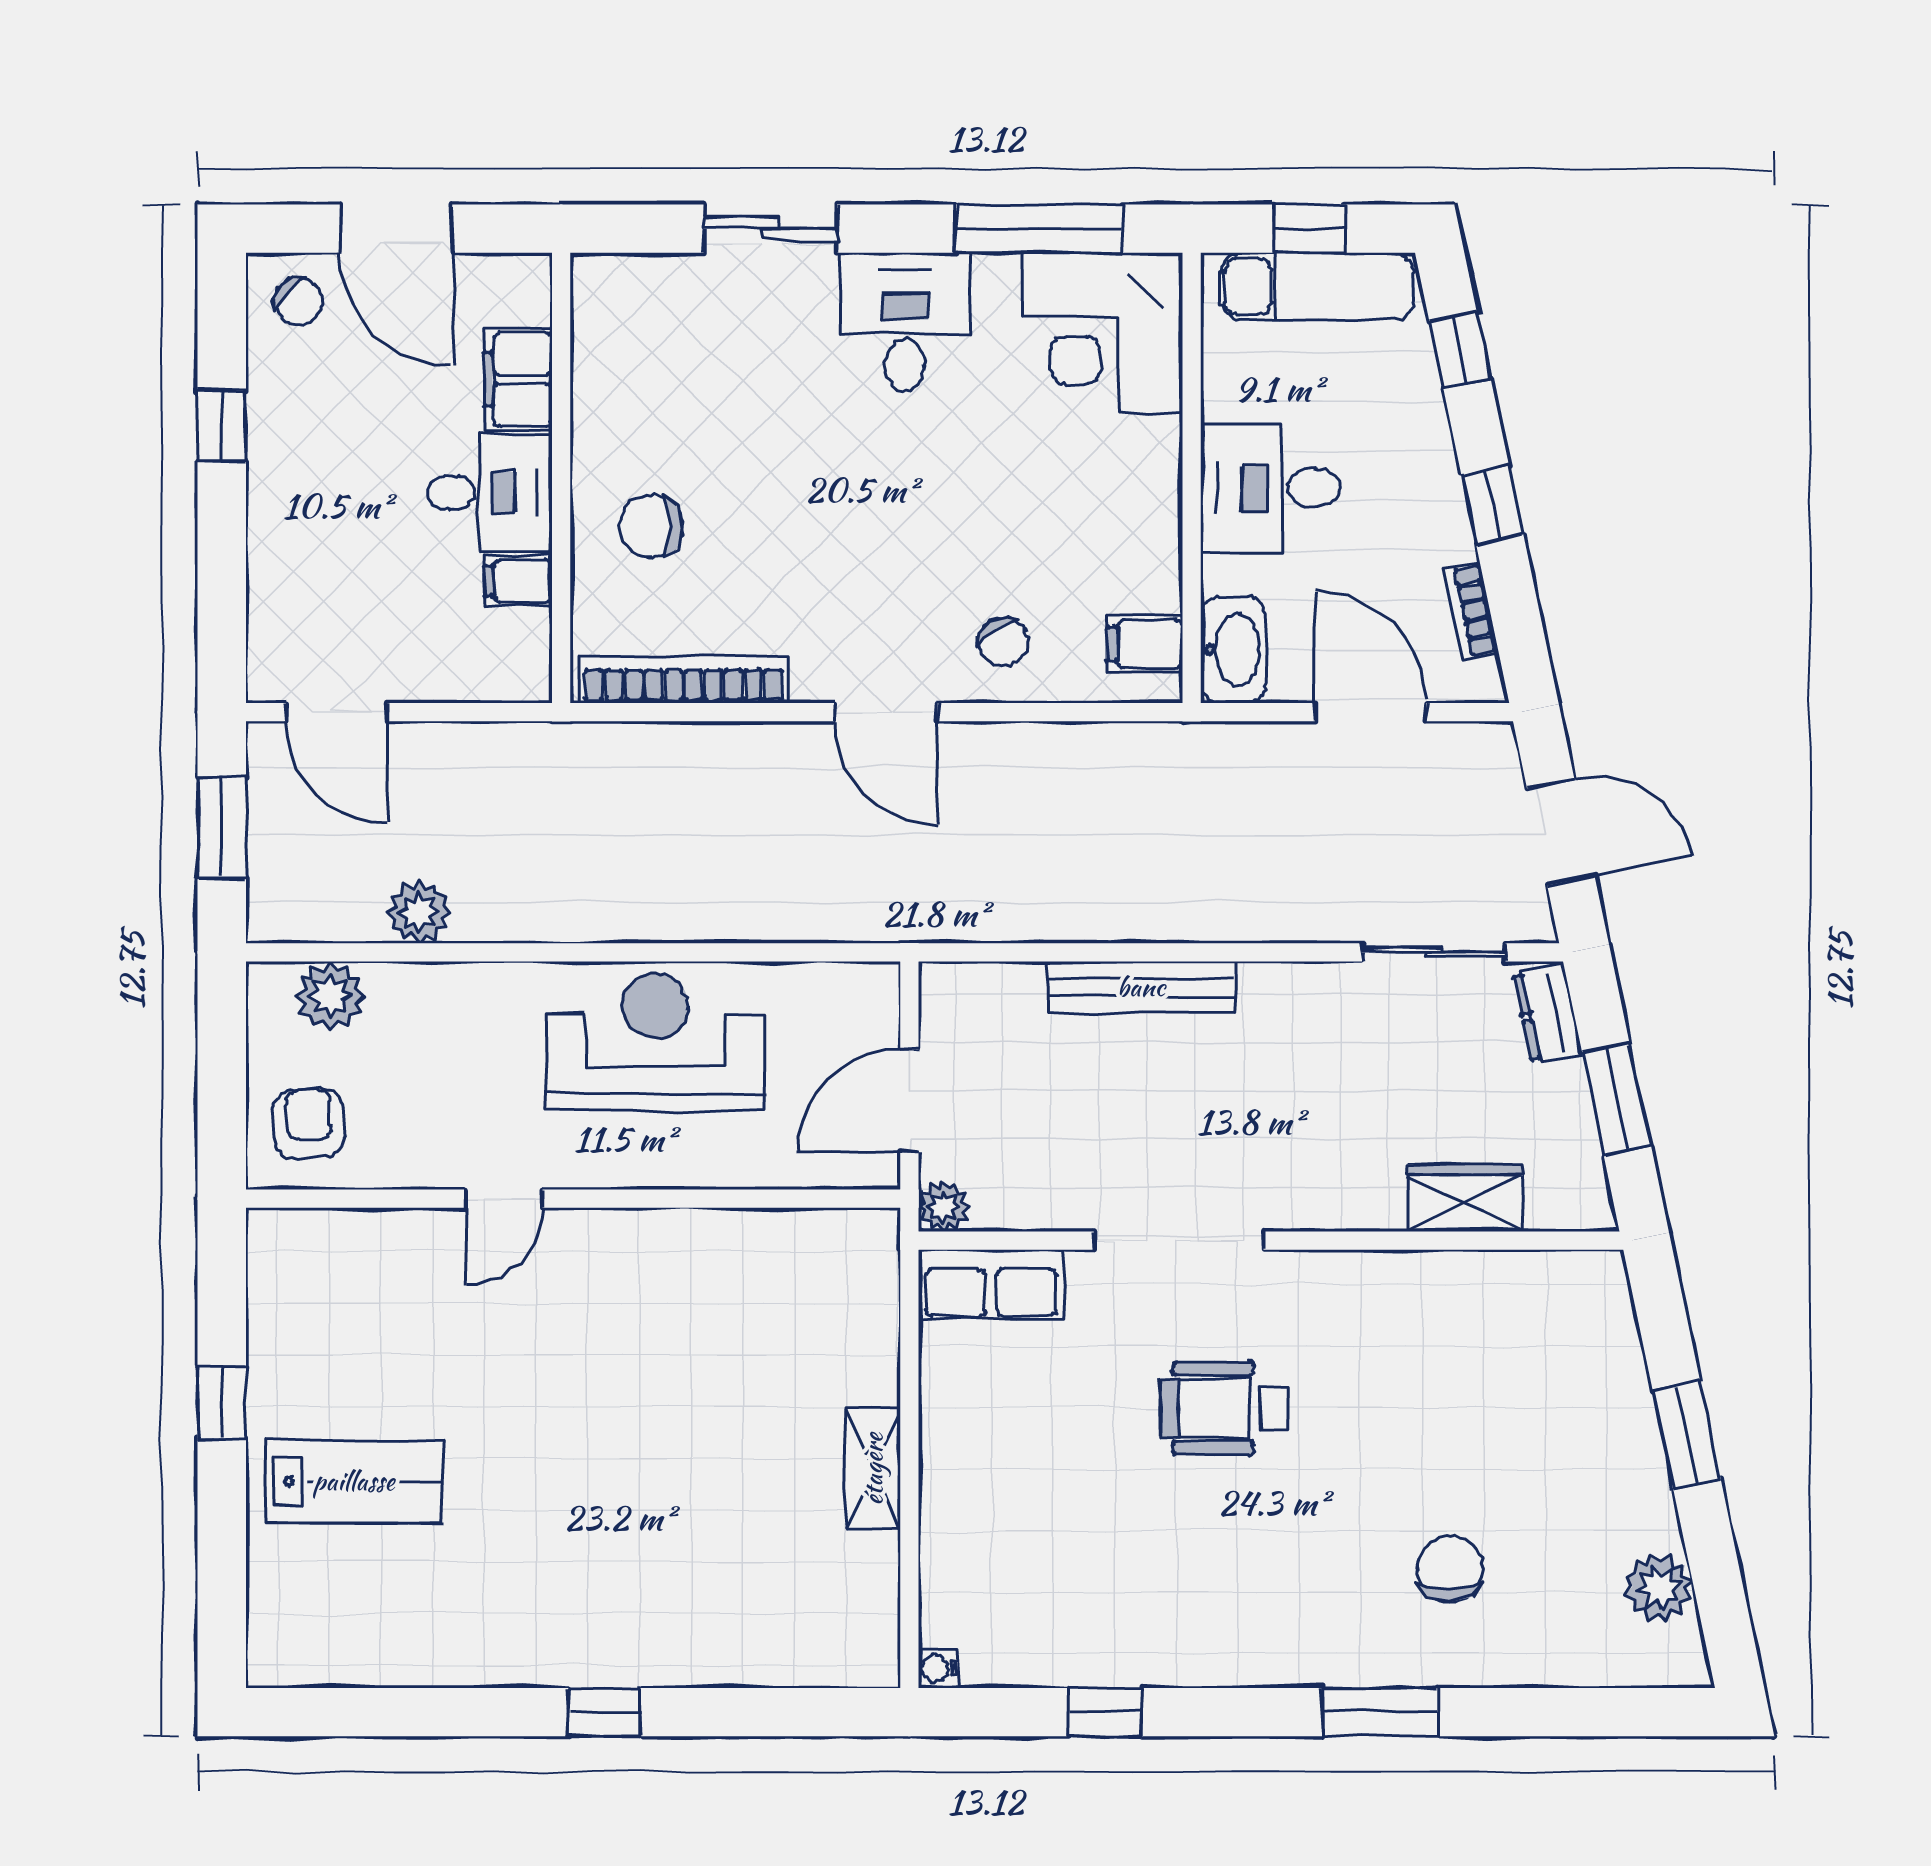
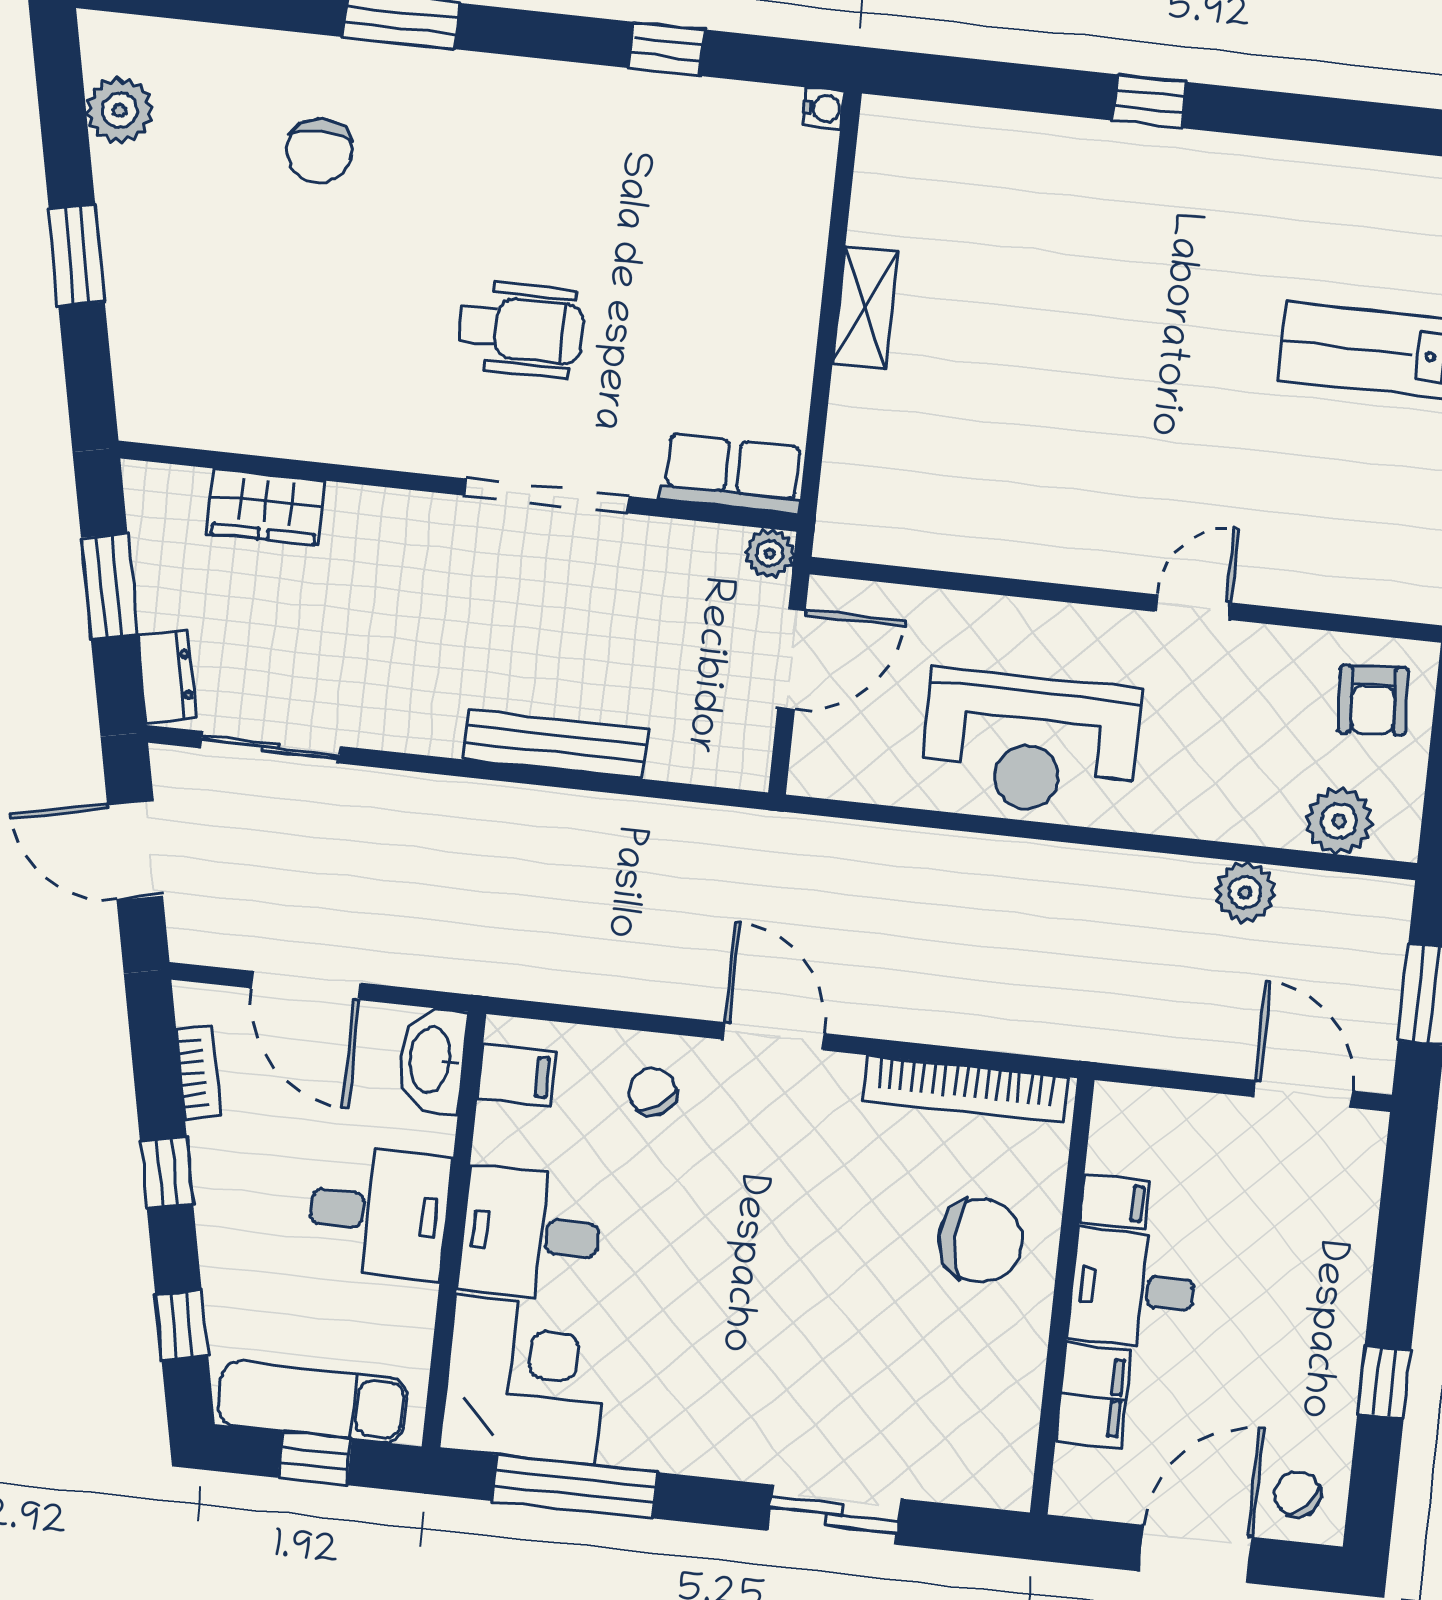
door: (396, 229) -> (1195, 1554), hinge flipped
desk: (905, 322) -> (530, 1234), moved, turned 90
chair: (651, 526) -> (981, 1240), width x1.37, depth x1.37

